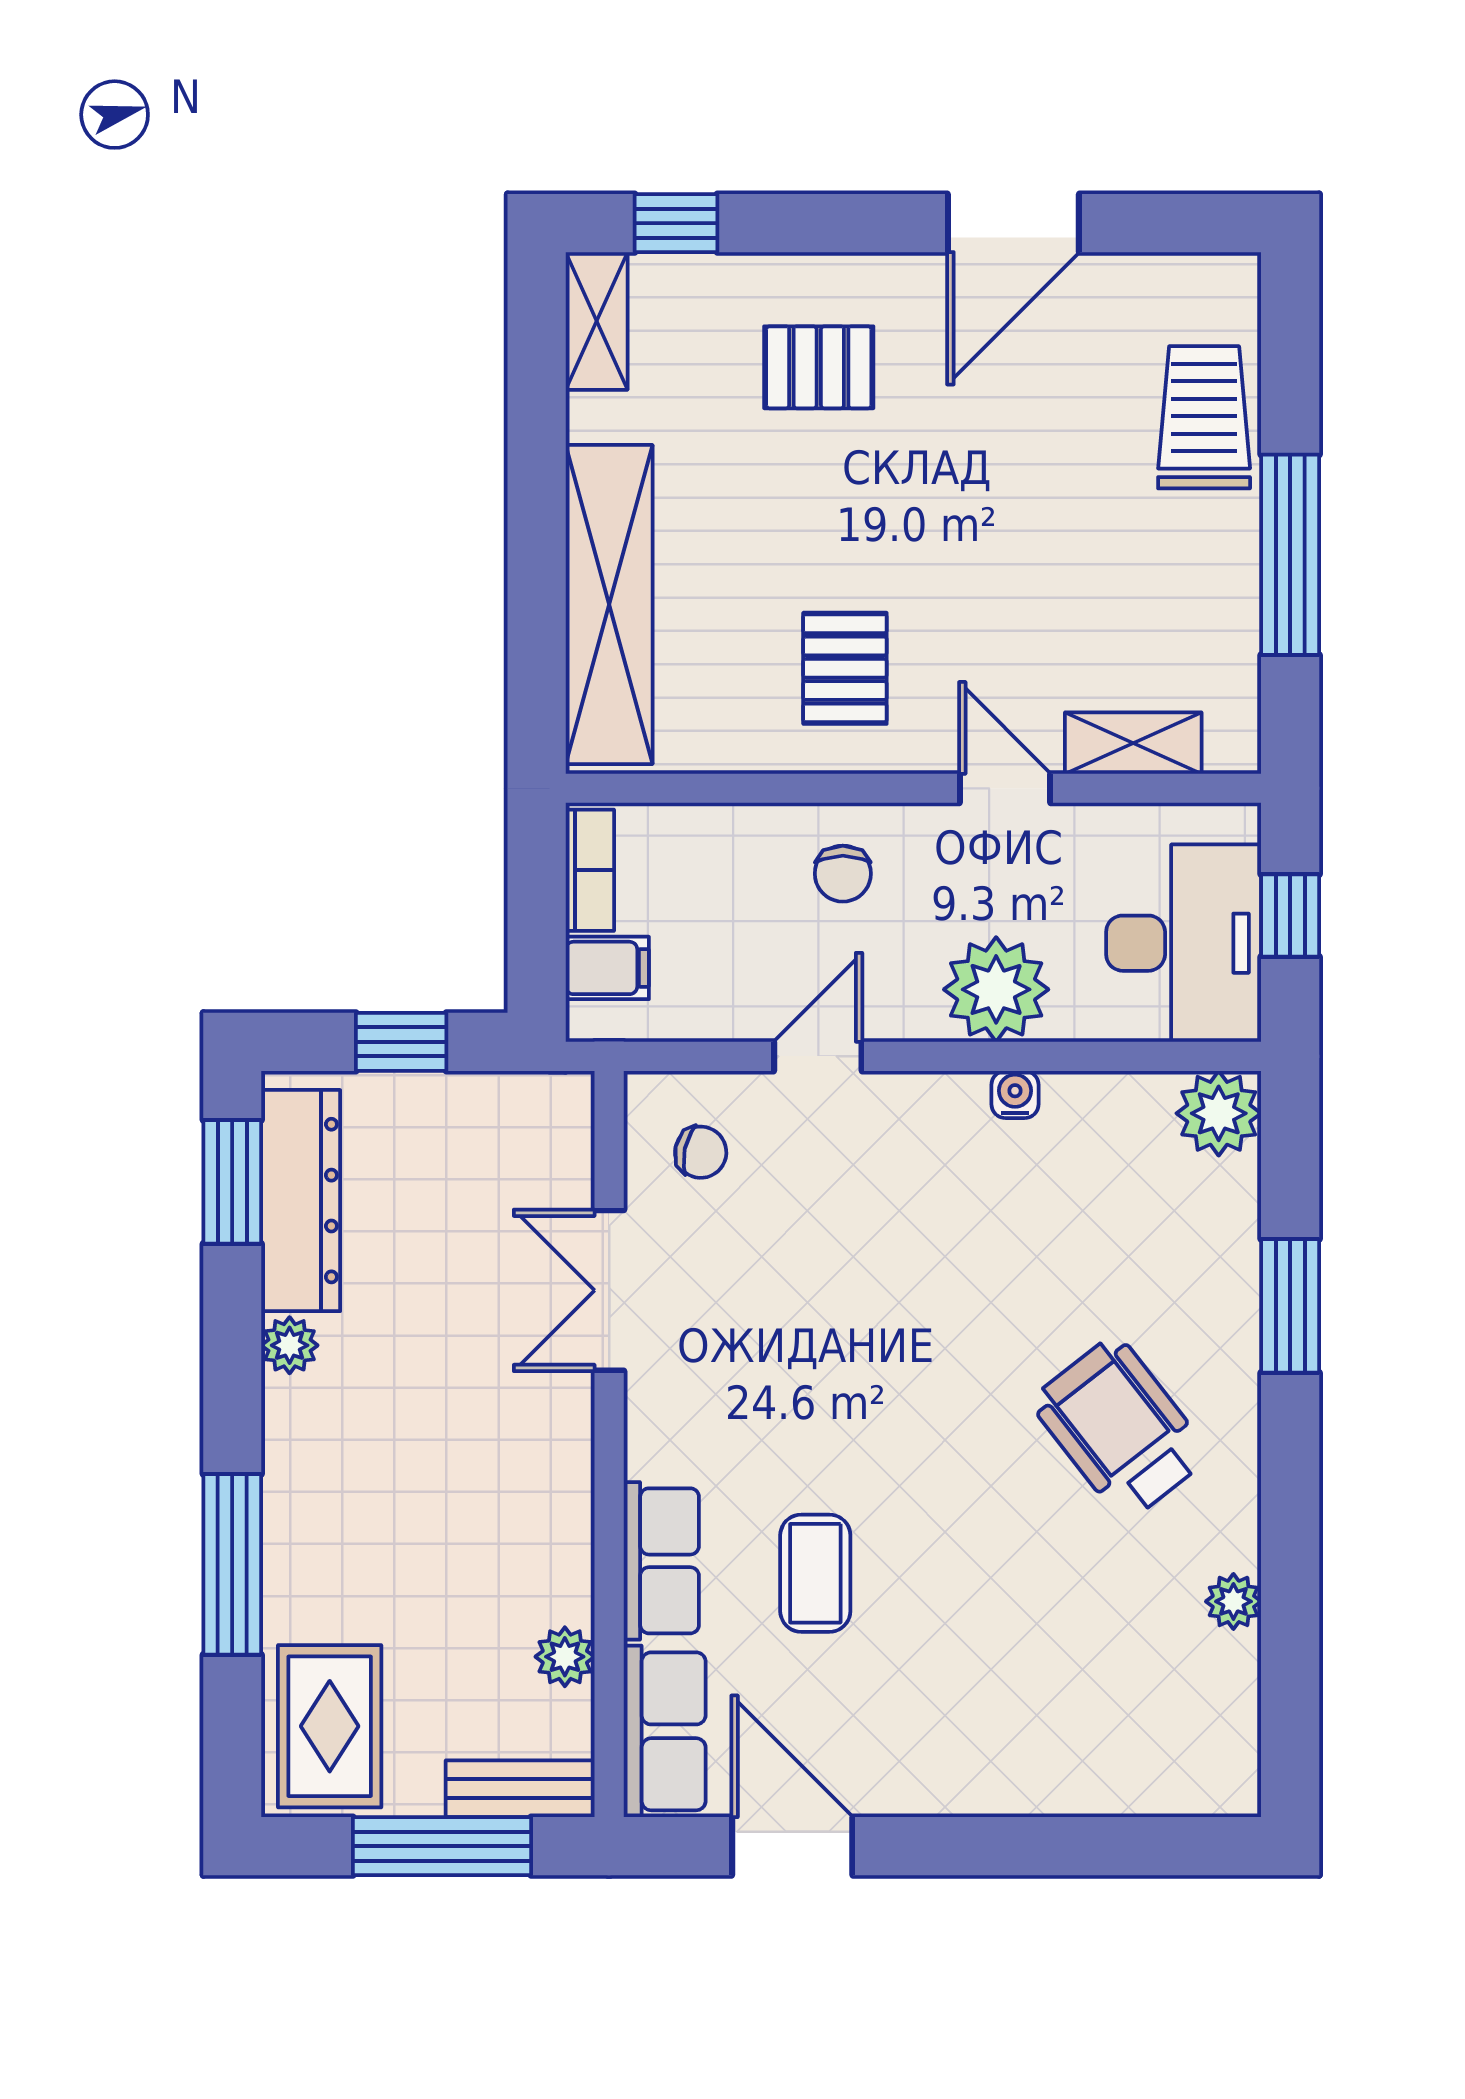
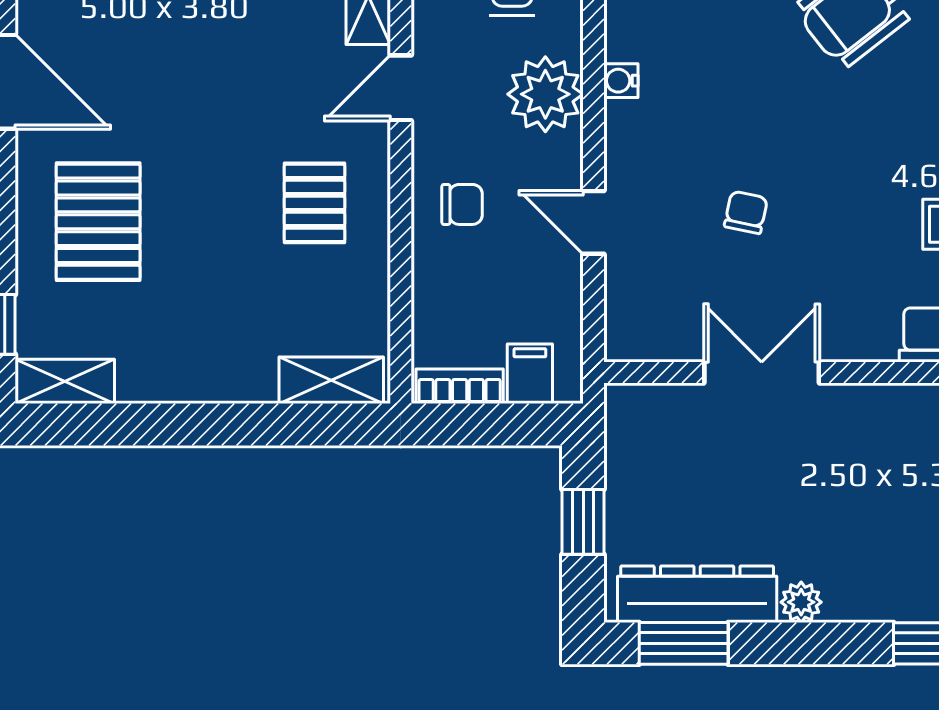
pallet: (819, 367) -> (98, 222), width x1.50, depth x1.42
shelving: (609, 605) -> (331, 380), width x0.45, depth x0.75
pallet: (845, 668) -> (314, 203), turned 90
chair: (701, 1152) -> (746, 212), moved
double door: (609, 1290) -> (762, 372), swing flipped

